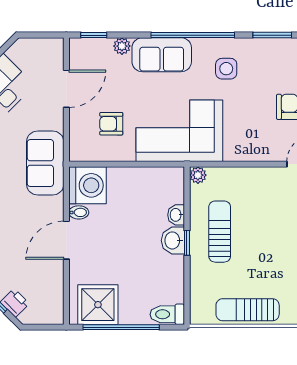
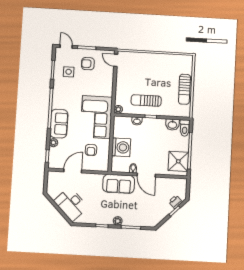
side table: (226, 69) -> (69, 72), moved
door: (66, 89) -> (73, 171), hinge flipped
sofa: (45, 163) -> (119, 184), moved
washing machine: (87, 185) -> (121, 147), moved, turned 90
washbasin: (173, 240) -> (172, 125), moved

